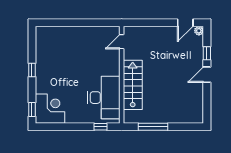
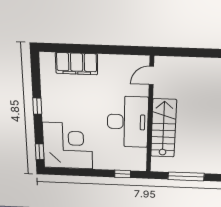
filing cabinet: (64, 34) -> (77, 64), added
desk: (104, 98) -> (128, 122), moved
corner desk: (50, 109) -> (68, 146), width x1.36, depth x1.36

